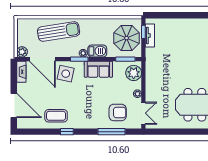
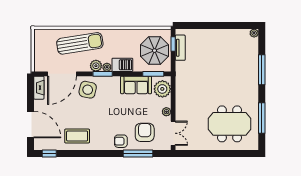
plant: (22, 52) -> (96, 66), moved
door: (42, 59) -> (62, 74), hinge flipped
sofa: (98, 69) -> (136, 85), moved
armchair: (118, 112) -> (145, 132), turned -90
armchair: (96, 120) -> (121, 141), added
window: (67, 132) -> (49, 153), moved

